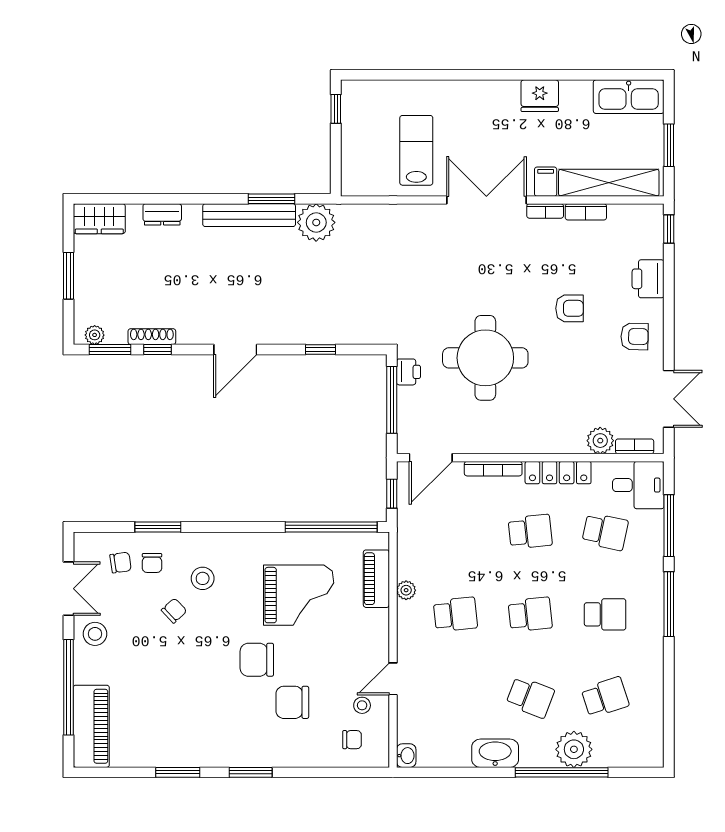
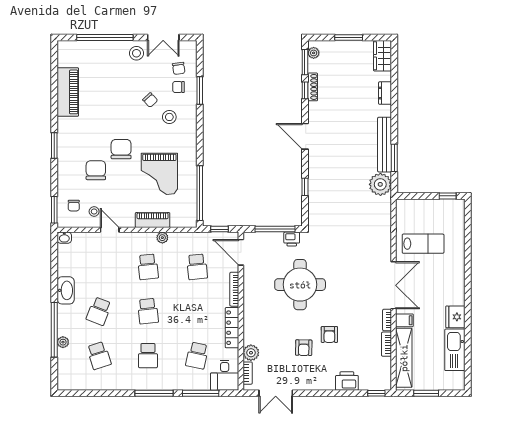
kitchen sink: (629, 97) -> (455, 350), moved
armchair: (635, 336) -> (304, 348), moved
school desk: (530, 532) -> (197, 267), moved
piano: (376, 579) -> (153, 220), moved
piano: (91, 726) -> (68, 92), moved, turned -90
plant: (574, 749) -> (63, 342), width x0.53, depth x0.53
window: (178, 772) -> (54, 210), moved

